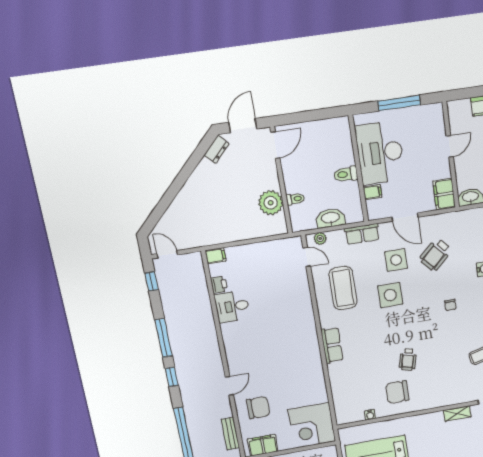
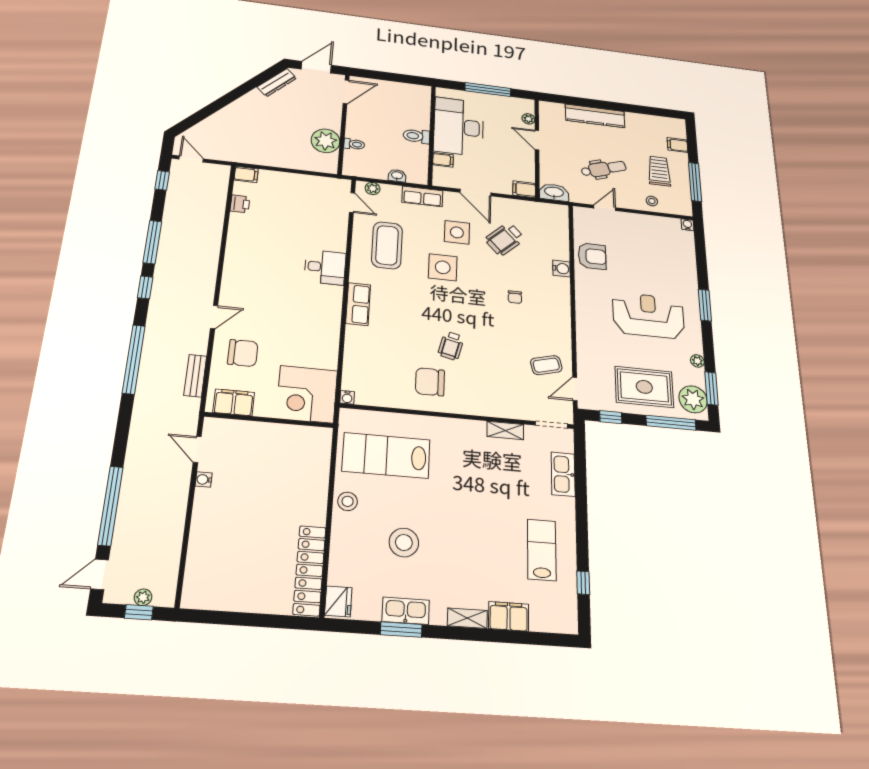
plant: (440, 125) -> (528, 119), added
door: (450, 146) -> (537, 140), swing flipped
dresser: (217, 149) -> (277, 83), width x1.44
filing cabinet: (444, 194) -> (524, 189), width x0.50
washbasin: (330, 218) -> (397, 176), width x0.52, depth x0.69
desk: (232, 307) -> (325, 267), moved, turned 180
water cooler: (370, 415) -> (347, 397), moved

